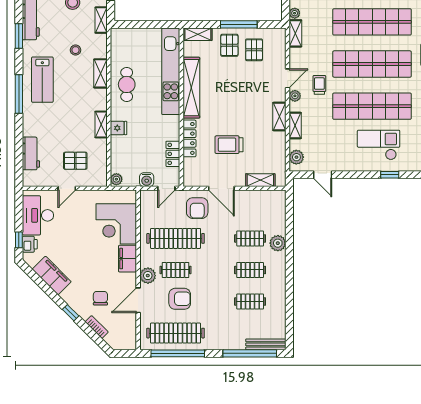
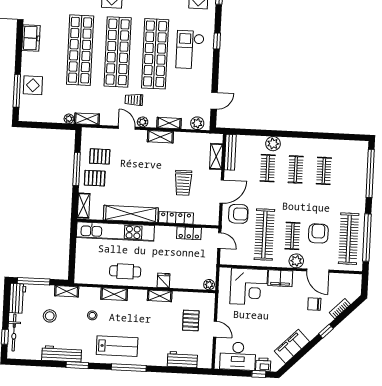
water cooler: (147, 180) -> (211, 258), removed
bench: (266, 344) -> (230, 152), moved

